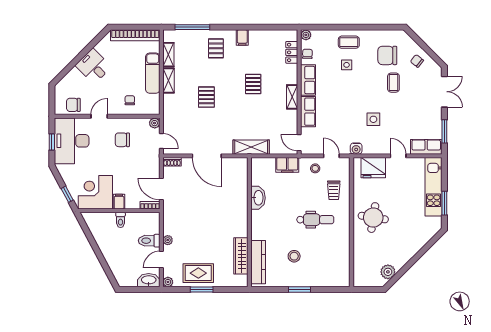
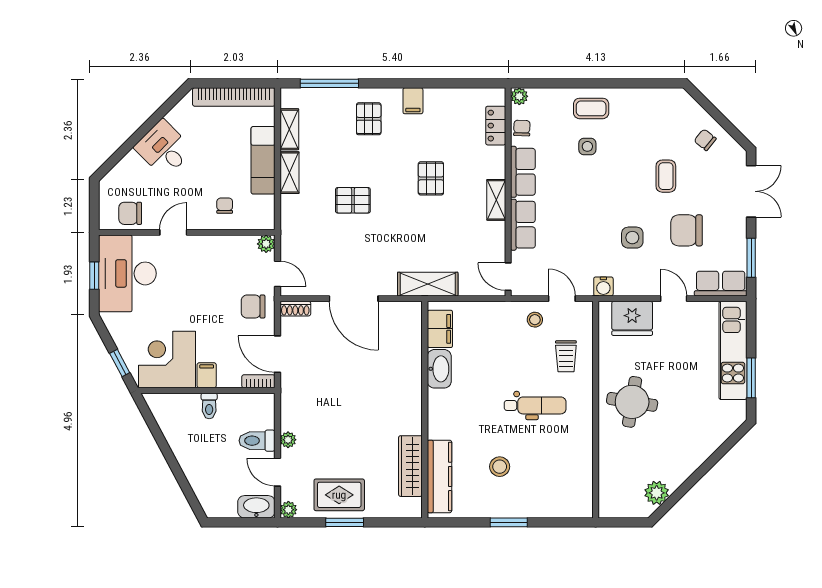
chair: (387, 55) -> (687, 230), moved
pallet: (206, 97) -> (353, 200), turned 90
chair: (122, 140) -> (253, 307), moved
filing cabinet: (287, 165) -> (440, 329), moved, turned -90
door: (161, 259) -> (277, 472), hinge flipped

